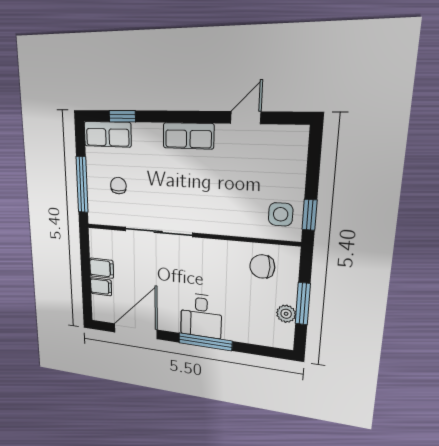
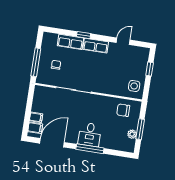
window: (122, 116) -> (84, 35), moved
row of seats: (107, 134) -> (70, 42), moved
window: (310, 215) -> (150, 69), moved
filing cabinet: (102, 268) -> (35, 128), moved

